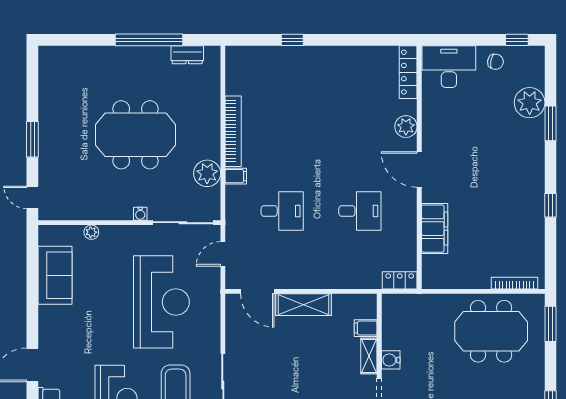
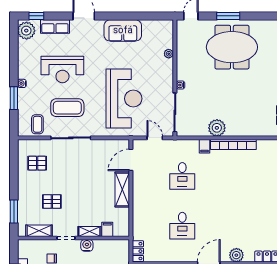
meeting table: (136, 135) -> (232, 47), moved, turned 90
plant: (207, 173) -> (217, 128), moved
sofa: (55, 275) -> (123, 30), moved
reception desk: (161, 302) -> (124, 99), turned -90

